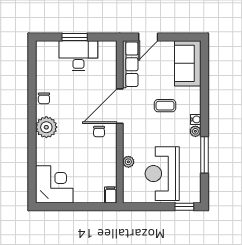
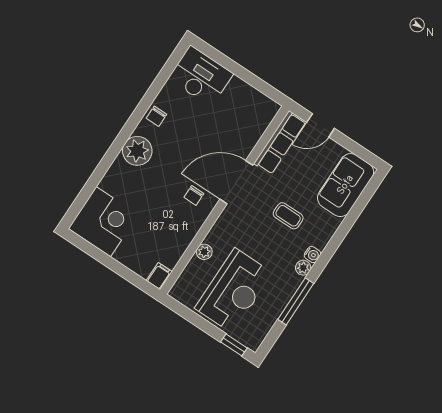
window: (75, 37) -> (237, 70), removed
desk: (78, 56) -> (201, 76), moved
reception desk: (162, 174) -> (234, 291), turned 180

